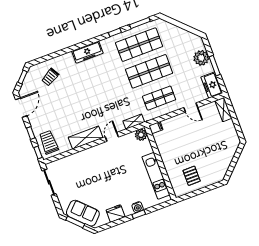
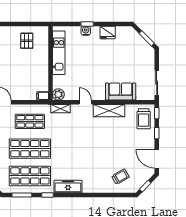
freezer: (87, 52) -> (68, 187), moved
door: (21, 108) -> (157, 159), hinge flipped
door: (112, 137) -> (85, 102), swing flipped
sofa: (83, 213) -> (121, 92), moved, turned 135

